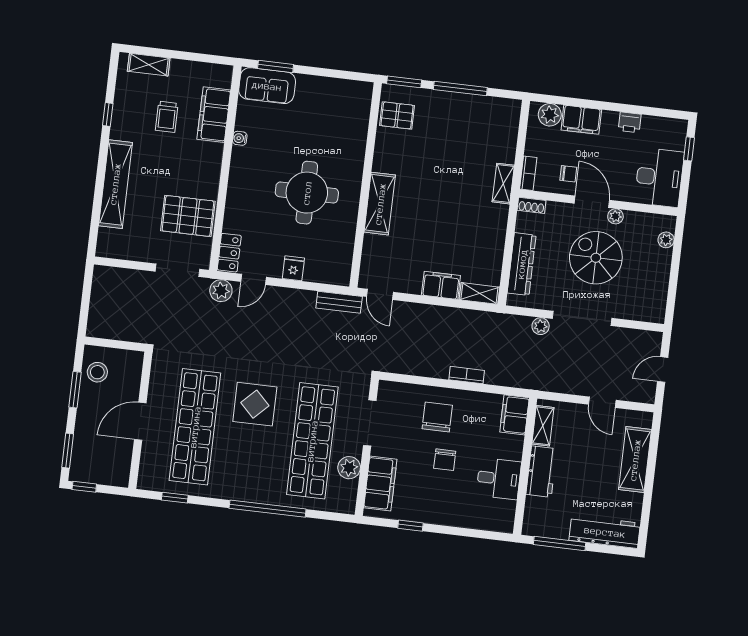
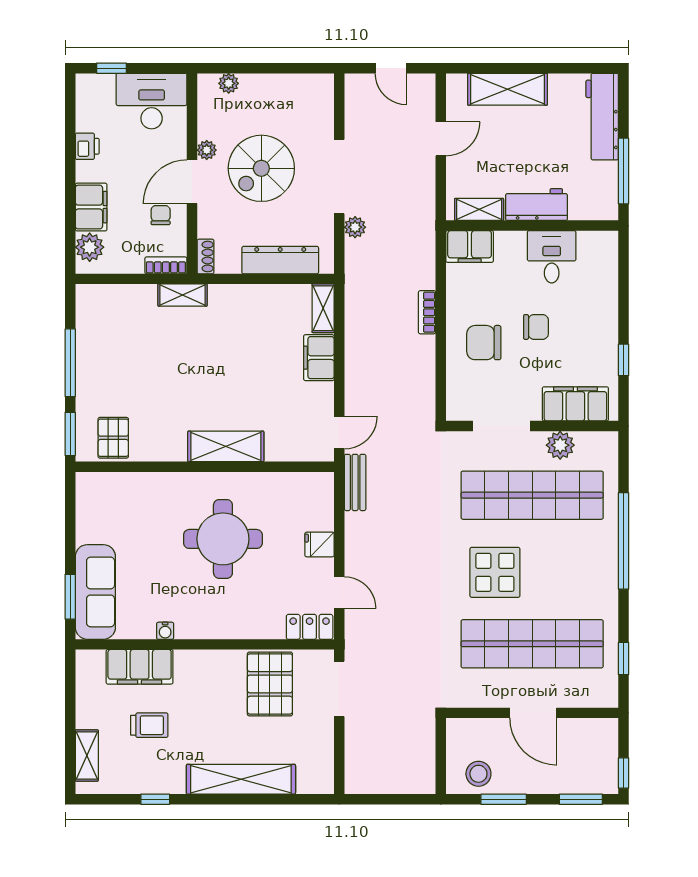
sofa: (267, 86) -> (95, 592), width x1.36
plant: (221, 291) -> (358, 632), removed

